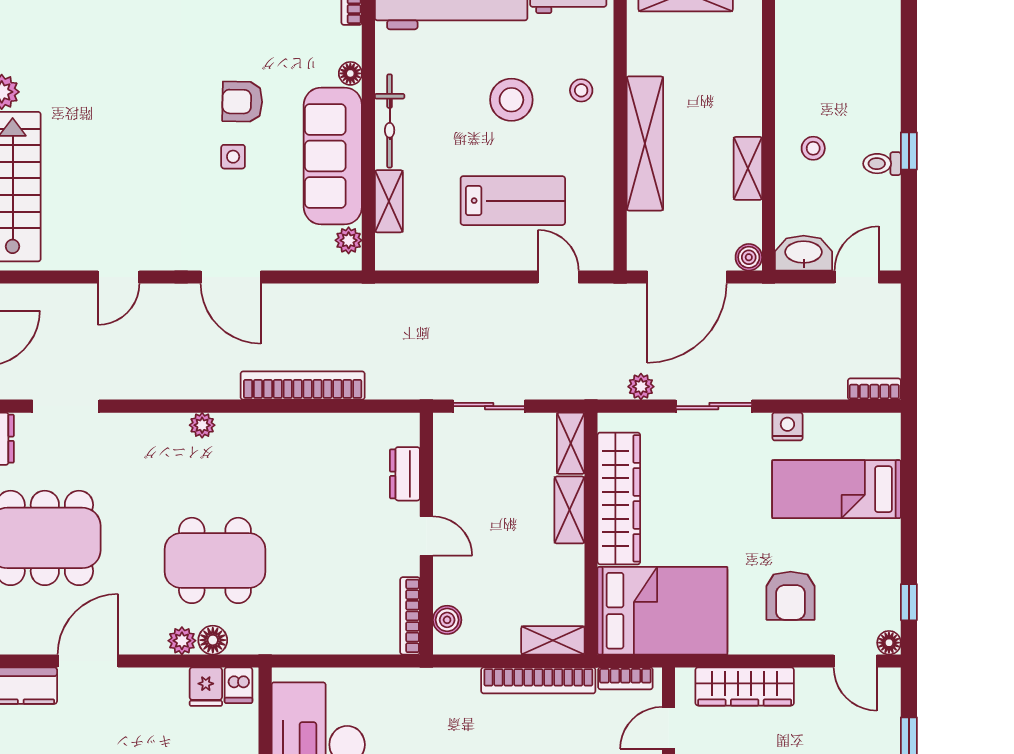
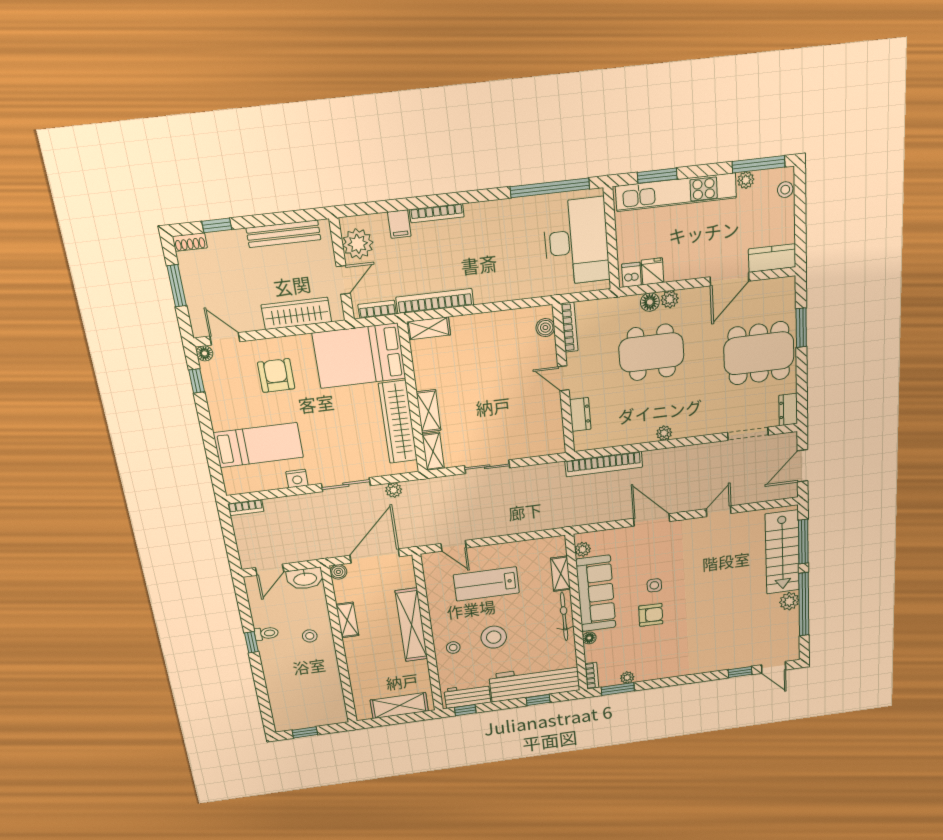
dresser: (405, 474) -> (580, 414), moved
wall: (426, 534) -> (564, 380), moved
door: (426, 536) -> (563, 378), moved
bookcase: (410, 616) -> (570, 327), moved
boiler: (447, 620) -> (545, 328), moved

